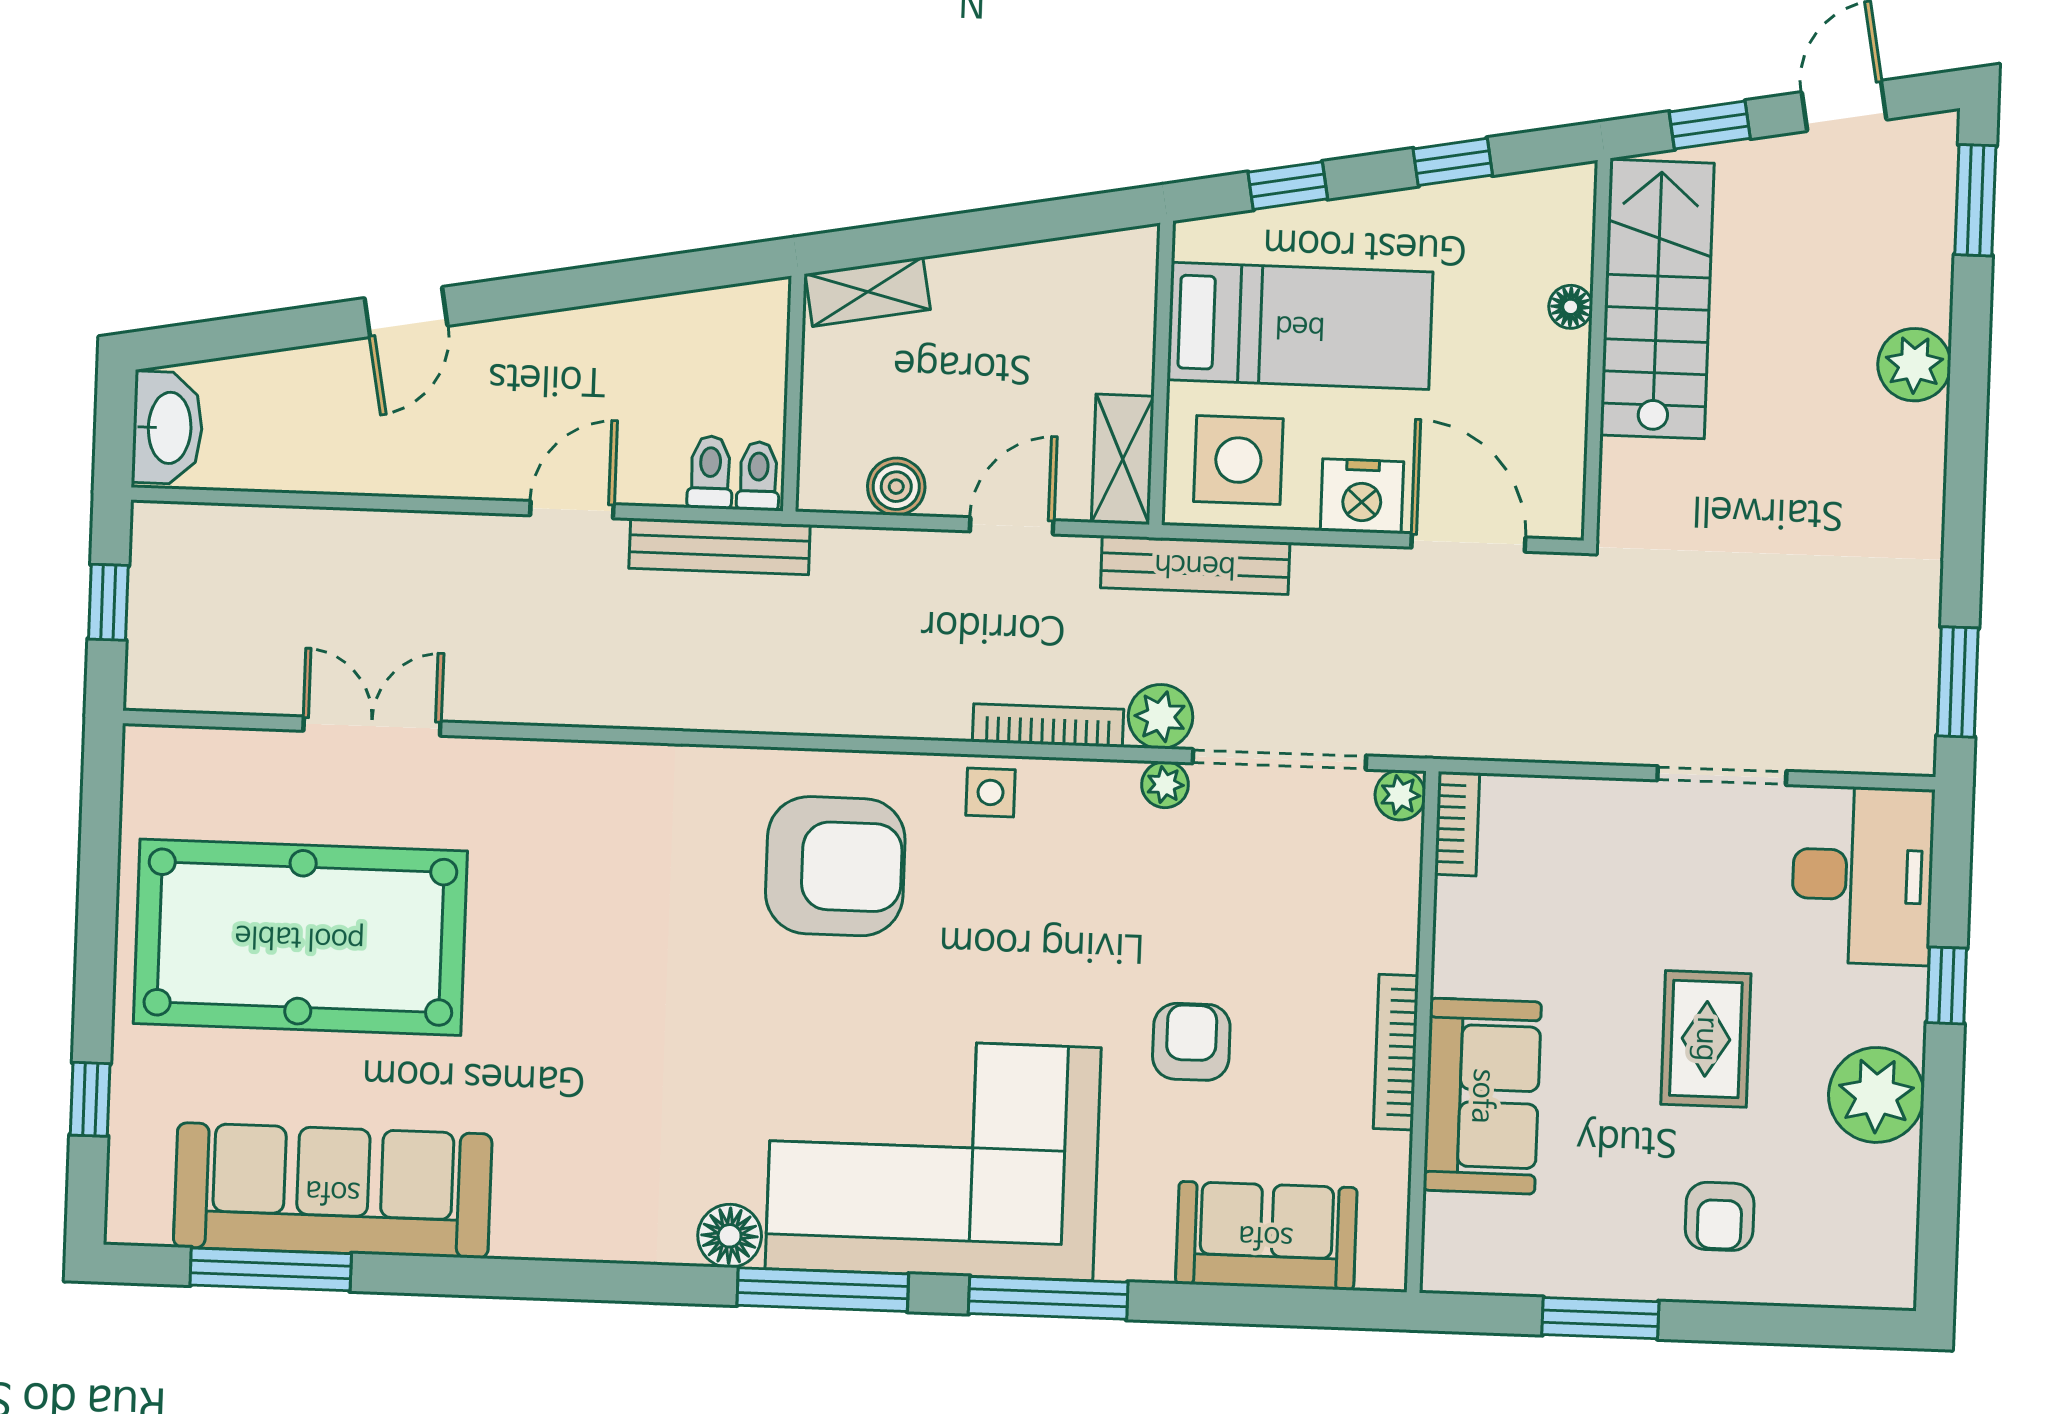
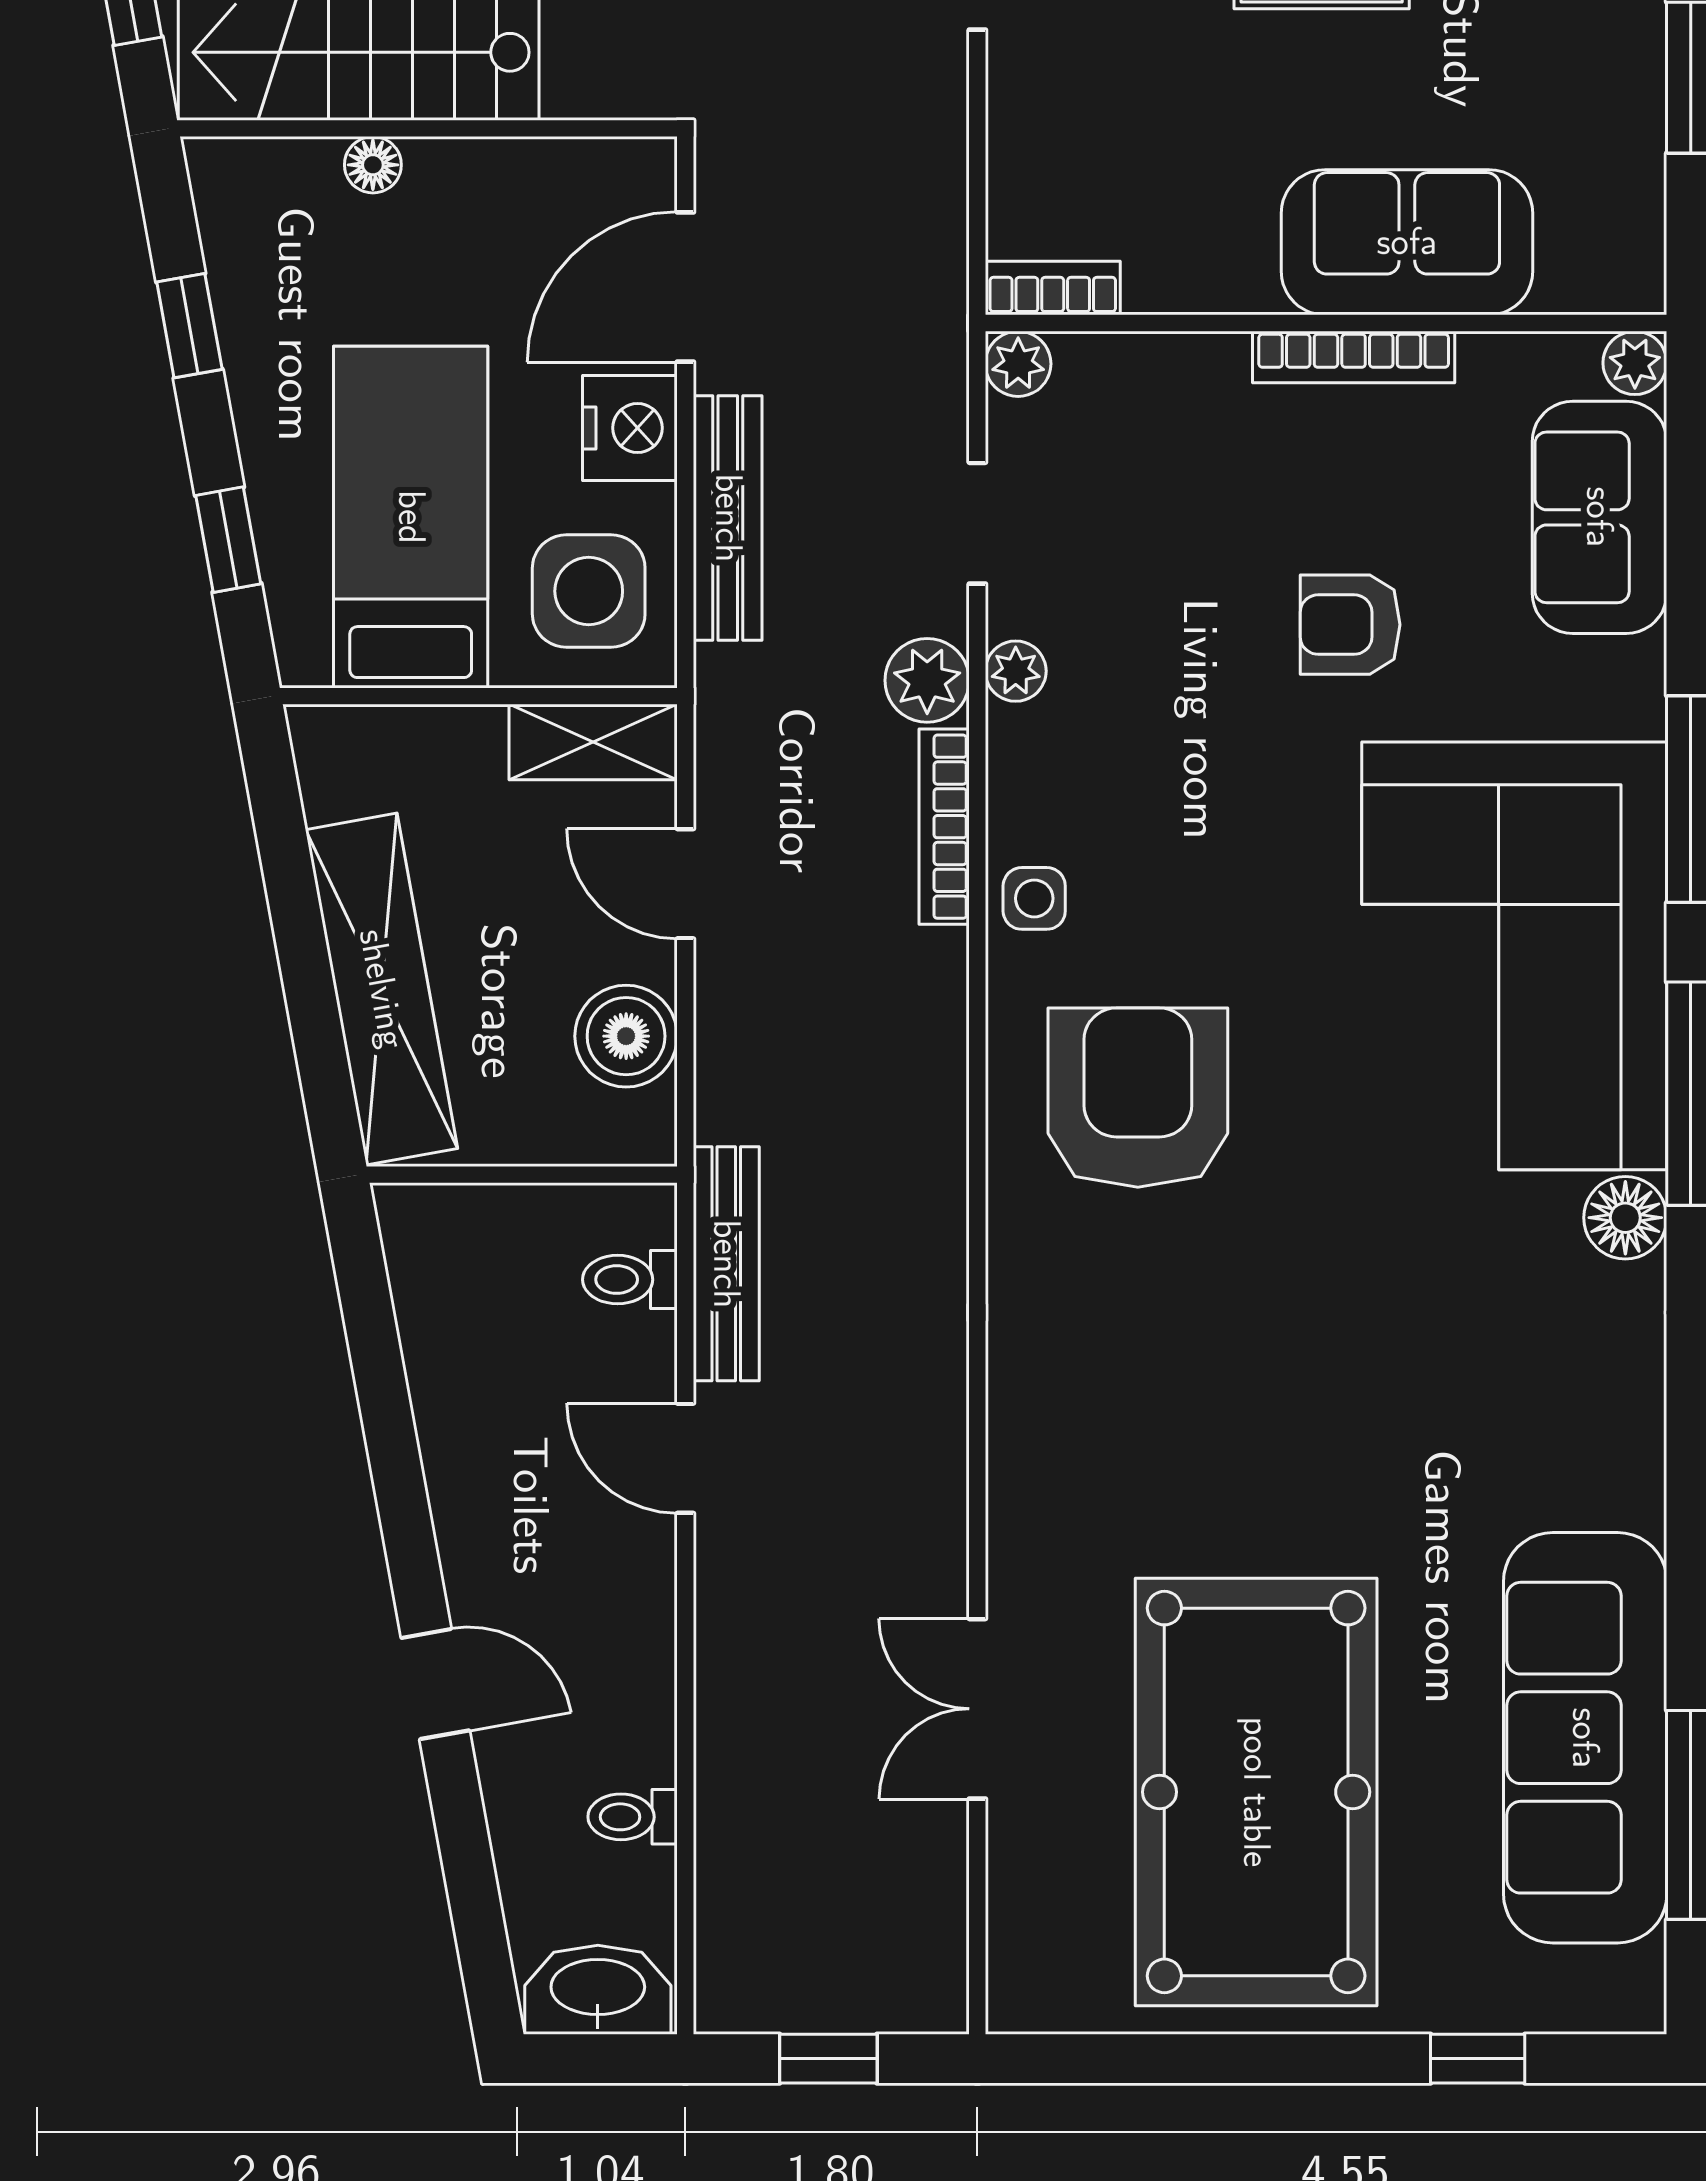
shelving: (868, 292) -> (382, 989), width x2.20, depth x1.33
toilet: (758, 476) -> (633, 1817), moved
boiler: (896, 487) -> (626, 1036), width x1.36, depth x1.36
bench: (1195, 565) -> (728, 518), moved
doorway: (1279, 759) -> (977, 523), width x0.53
plant: (1384, 1267) -> (1635, 363), added

